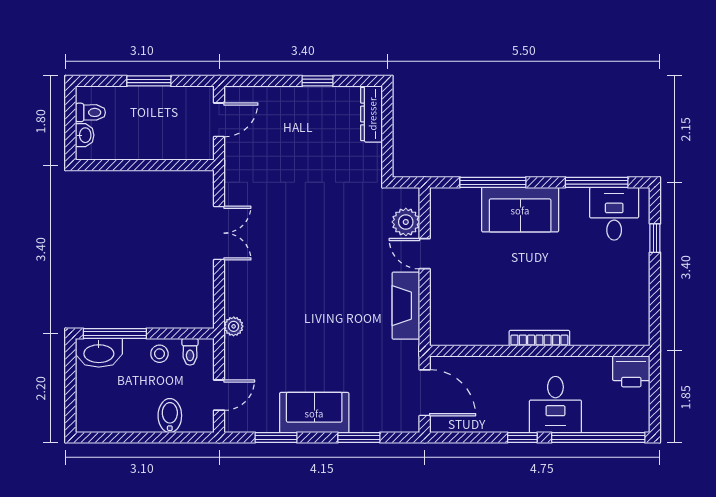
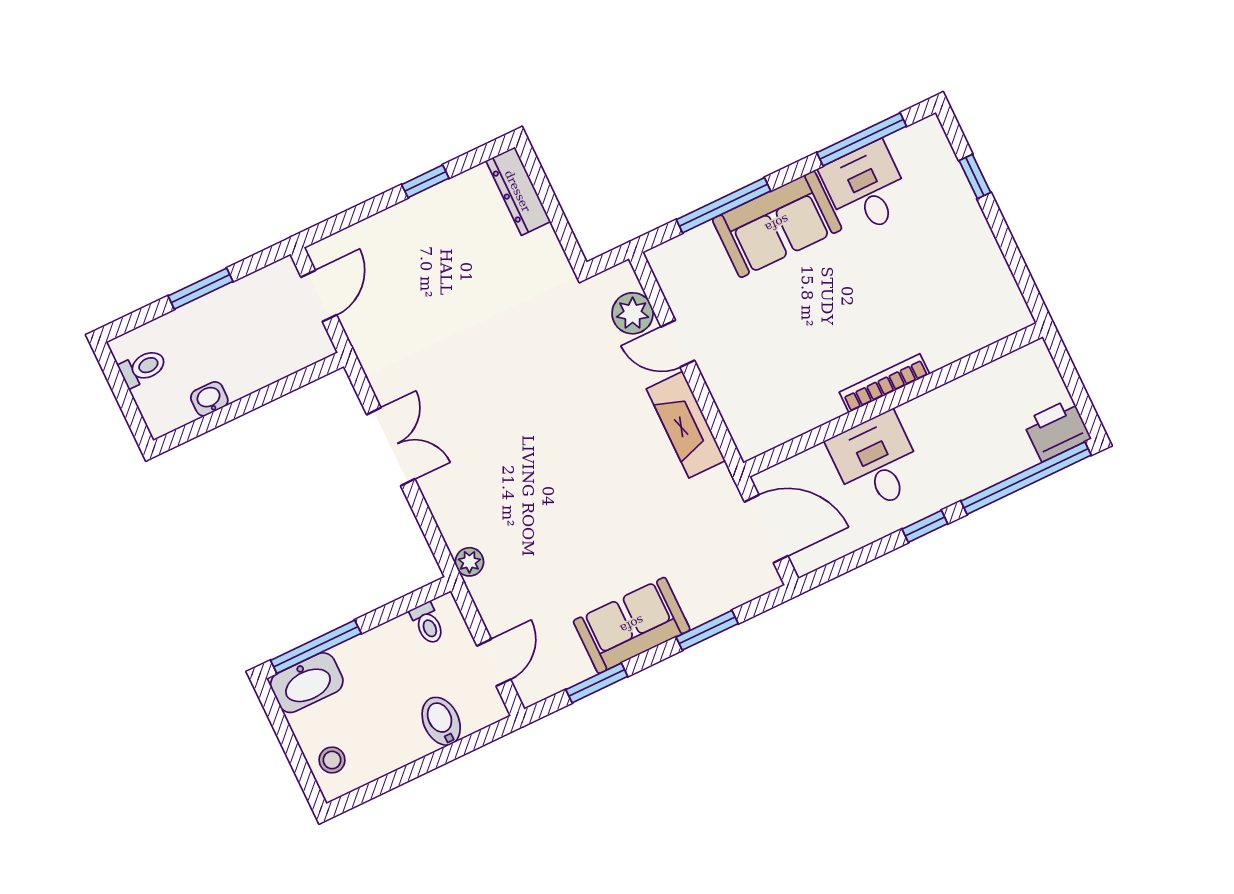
washbasin: (85, 135) -> (209, 399), moved, turned -90
desk: (614, 214) -> (866, 188), moved
stool: (159, 354) -> (332, 760), moved
printer: (631, 371) -> (1057, 430), moved, turned 180
desk: (555, 405) -> (876, 462), moved, turned 180

